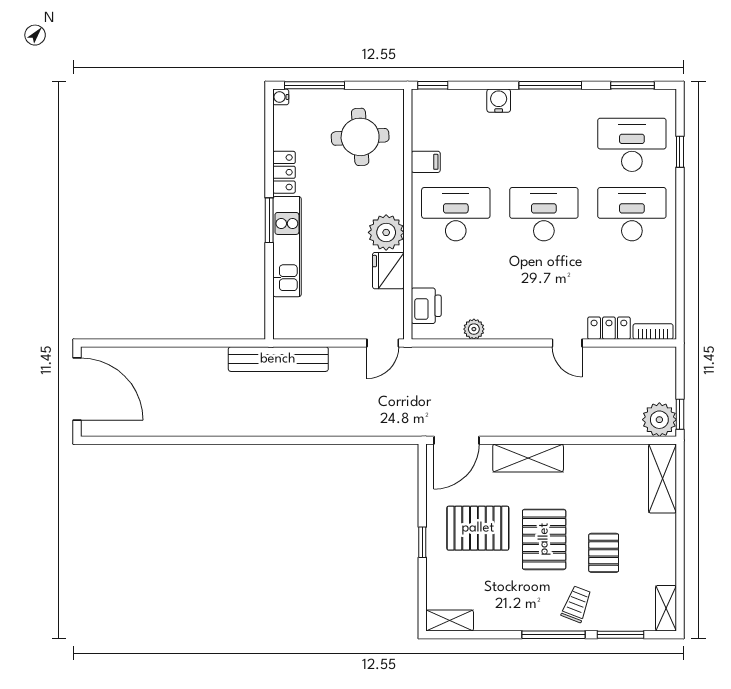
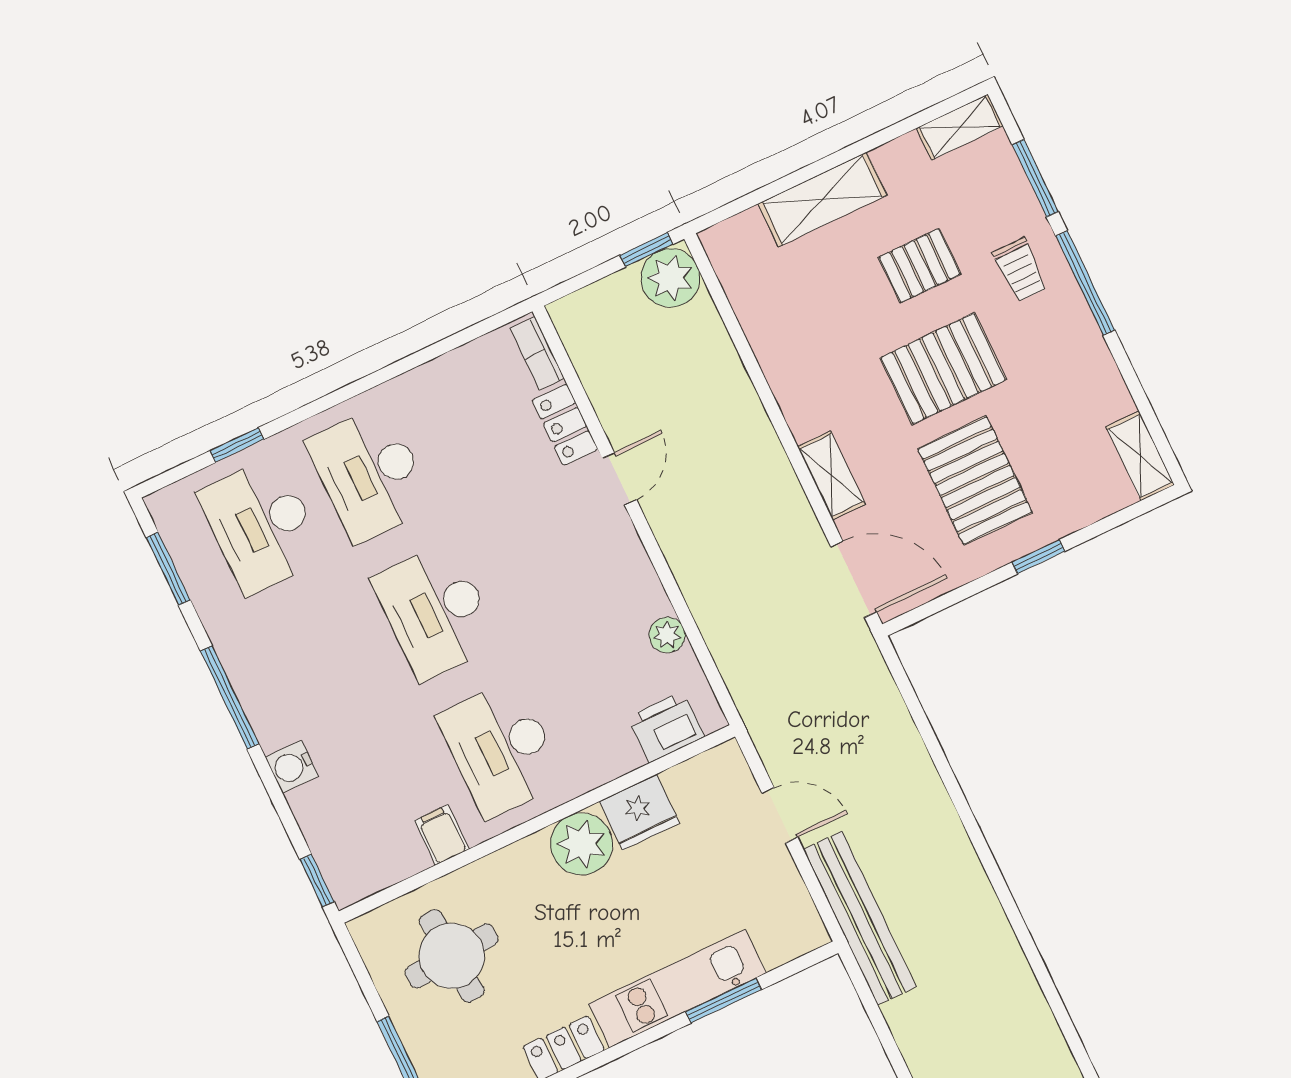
window: (269, 220) -> (723, 1001), moved
door: (383, 343) -> (780, 815), moved
shelving: (528, 458) -> (831, 475), width x0.67, depth x0.75
shelving: (662, 479) -> (822, 199), moved
trolley: (576, 604) -> (1020, 270), turned -111

